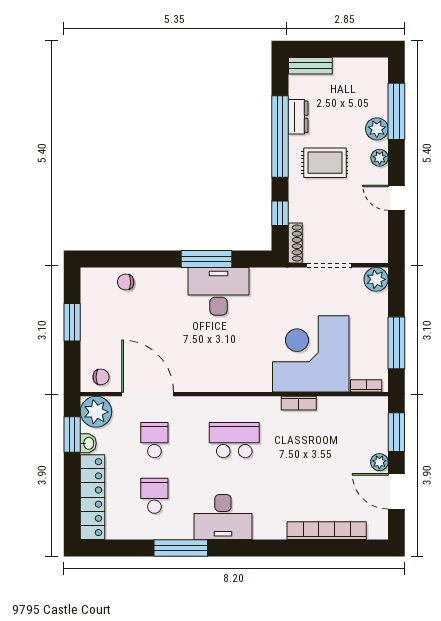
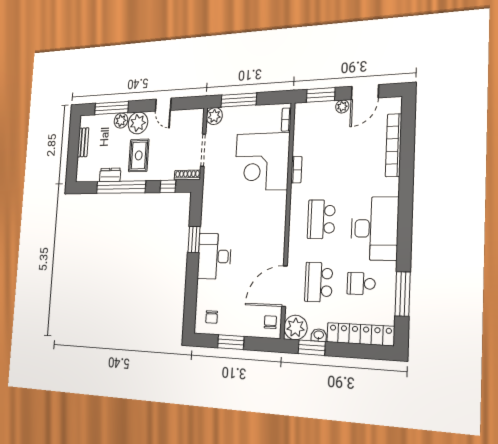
bench: (310, 66) -> (83, 142), moved
plant: (380, 158) -> (138, 123), width x1.87, depth x1.87
door: (396, 198) -> (163, 105), hinge flipped
window: (206, 259) -> (194, 239), width x0.69
chair: (126, 282) -> (212, 317), moved
desk: (219, 291) -> (214, 256), moved
window: (396, 343) -> (239, 100), moved
school desk: (154, 440) -> (319, 282), width x1.85
desk: (223, 517) -> (375, 228), width x1.36, depth x1.30
window: (181, 548) -> (403, 294), moved

